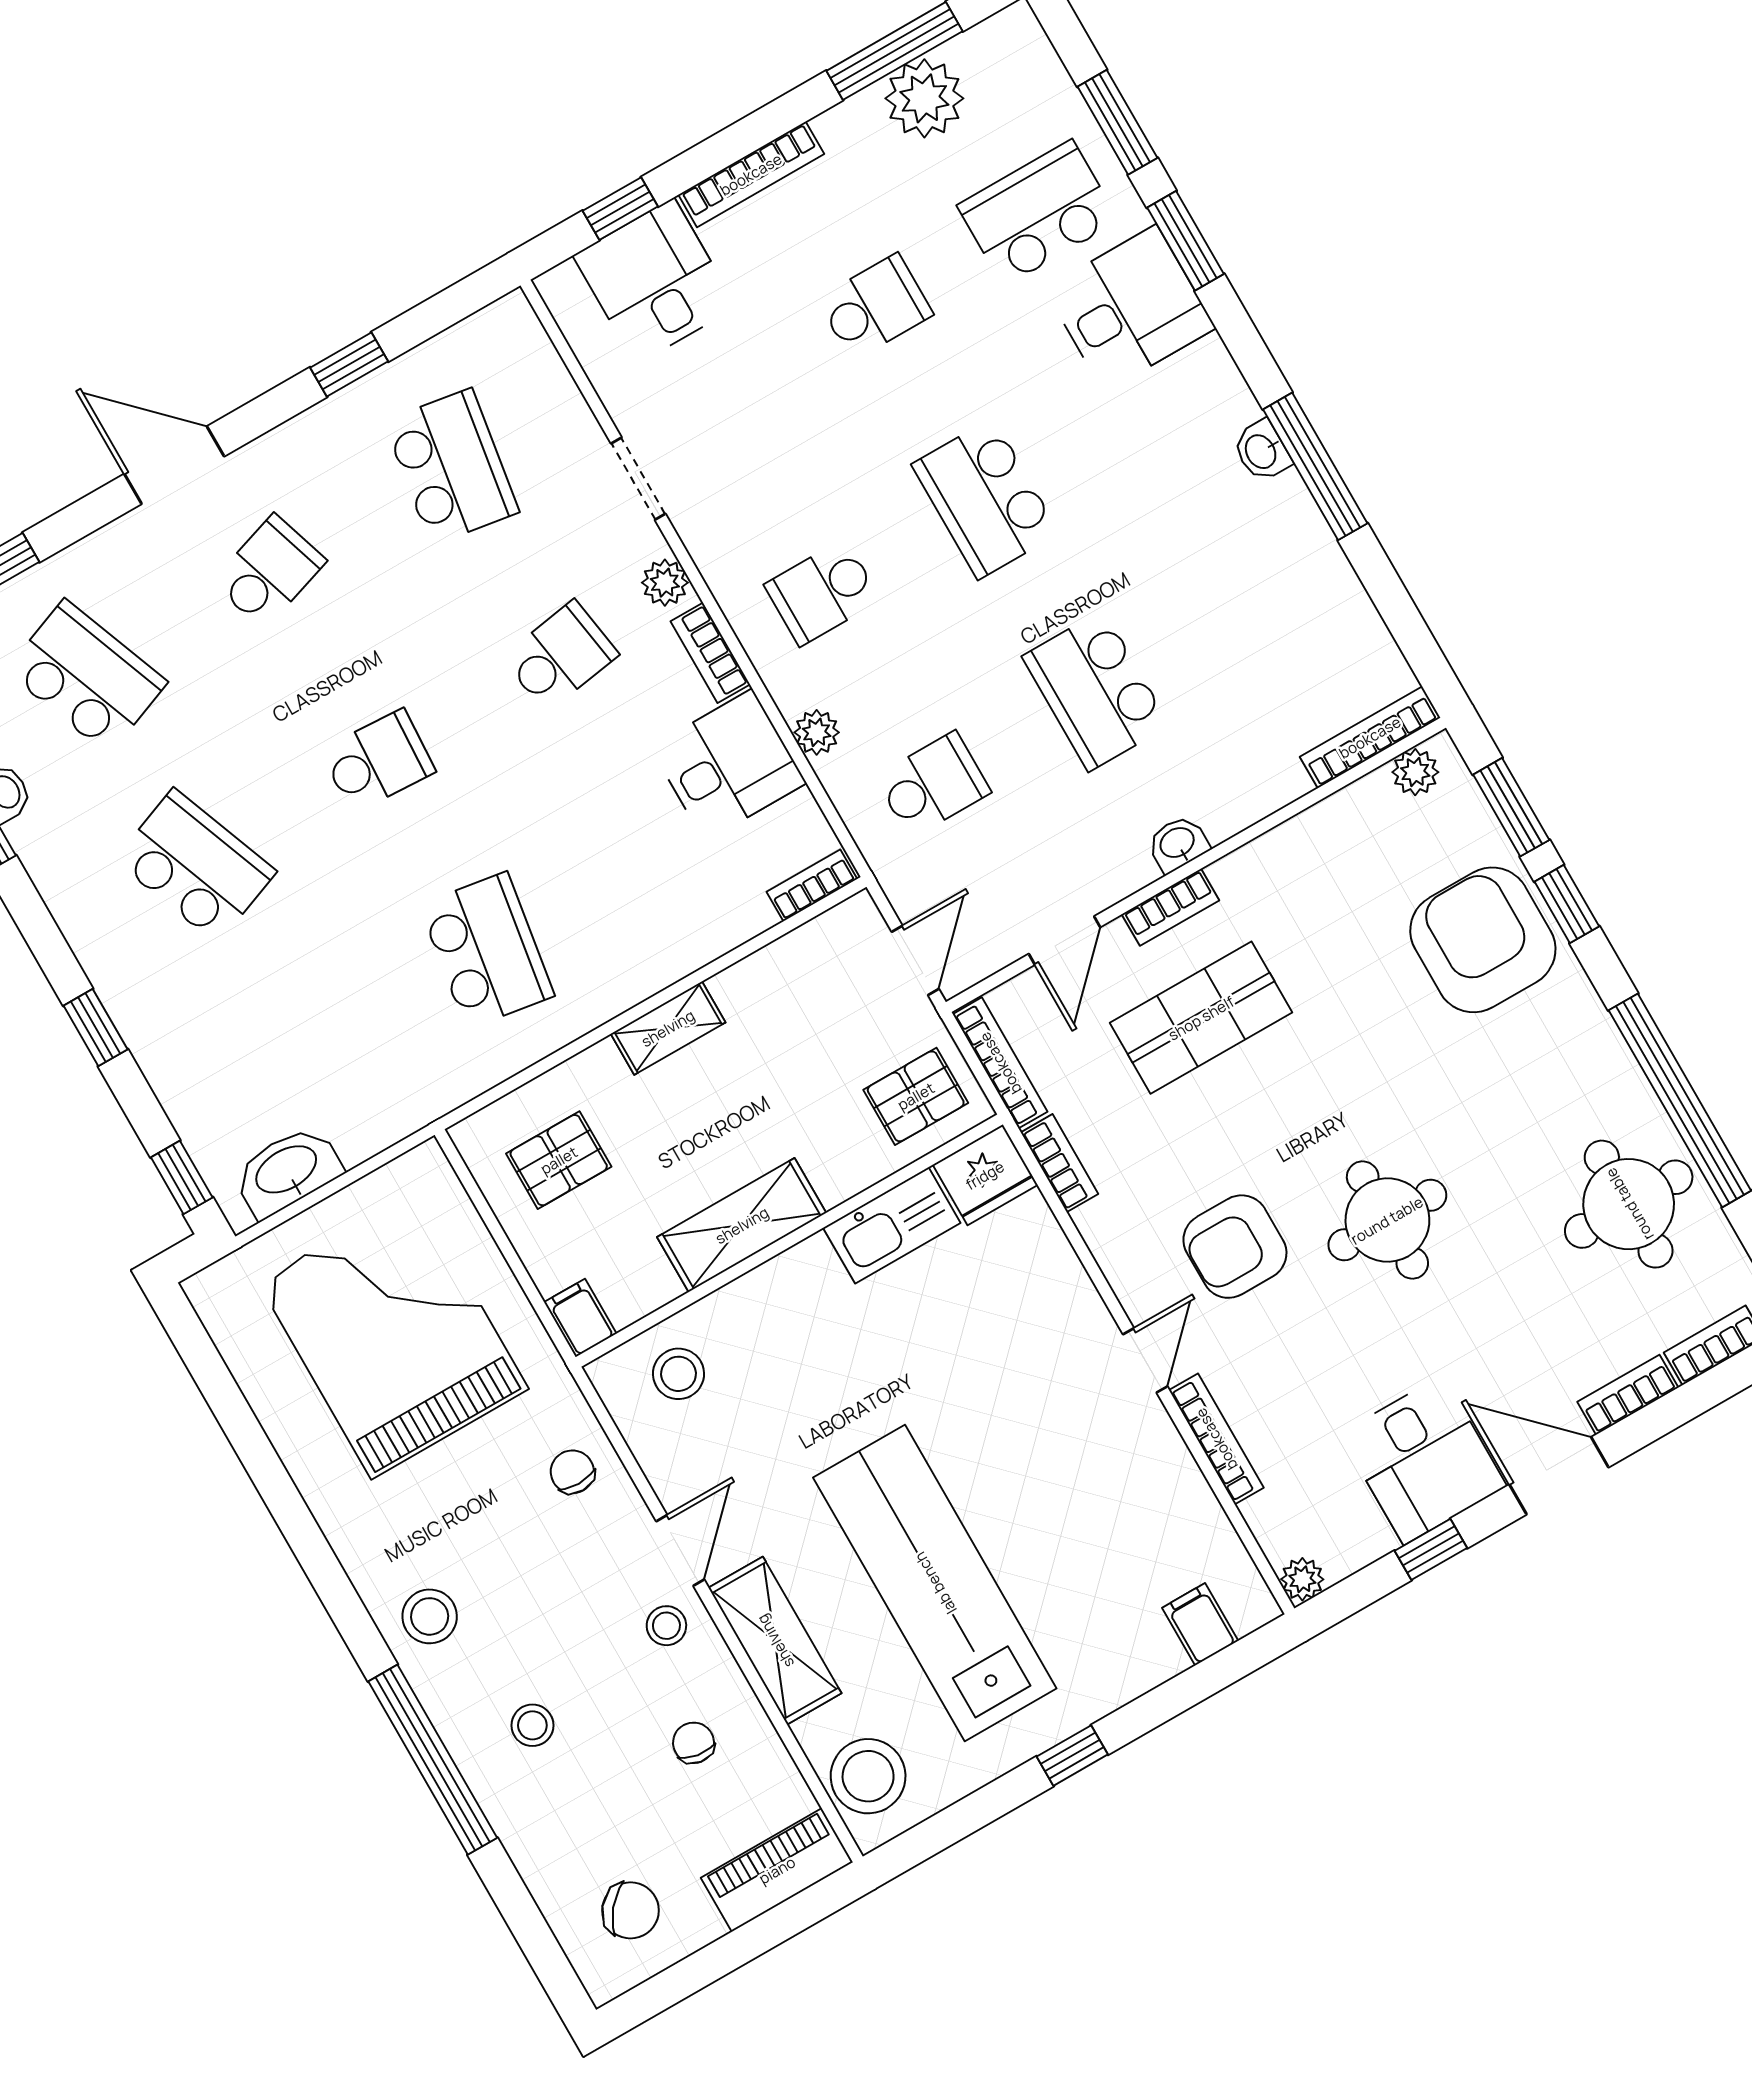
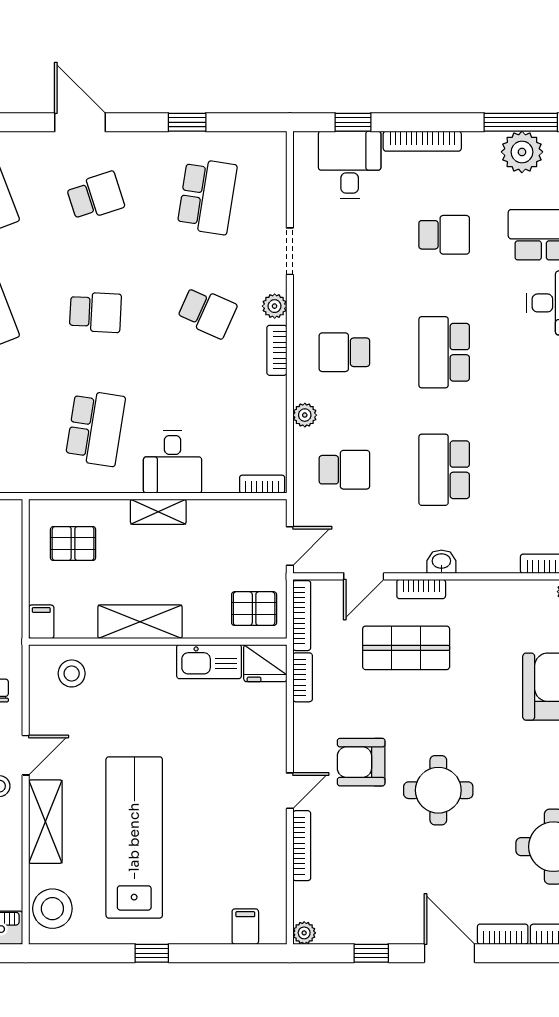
school desk: (560, 656) -> (207, 312), turned 33
desk: (728, 765) -> (173, 462), moved, turned 90
desk: (1423, 1460) -> (391, 910), removed

